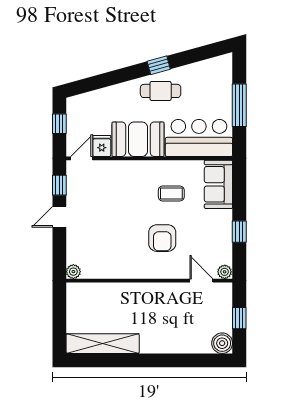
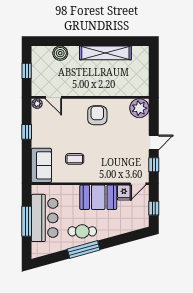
window: (159, 65) -> (84, 250), width x2.17
bar counter: (199, 138) -> (45, 218), moved, turned -90
armchair: (162, 238) -> (97, 115), moved
plant: (73, 272) -> (139, 108), width x1.88, depth x1.88
boiler: (222, 343) -> (60, 53), moved
shelving: (103, 344) -> (105, 53), moved

